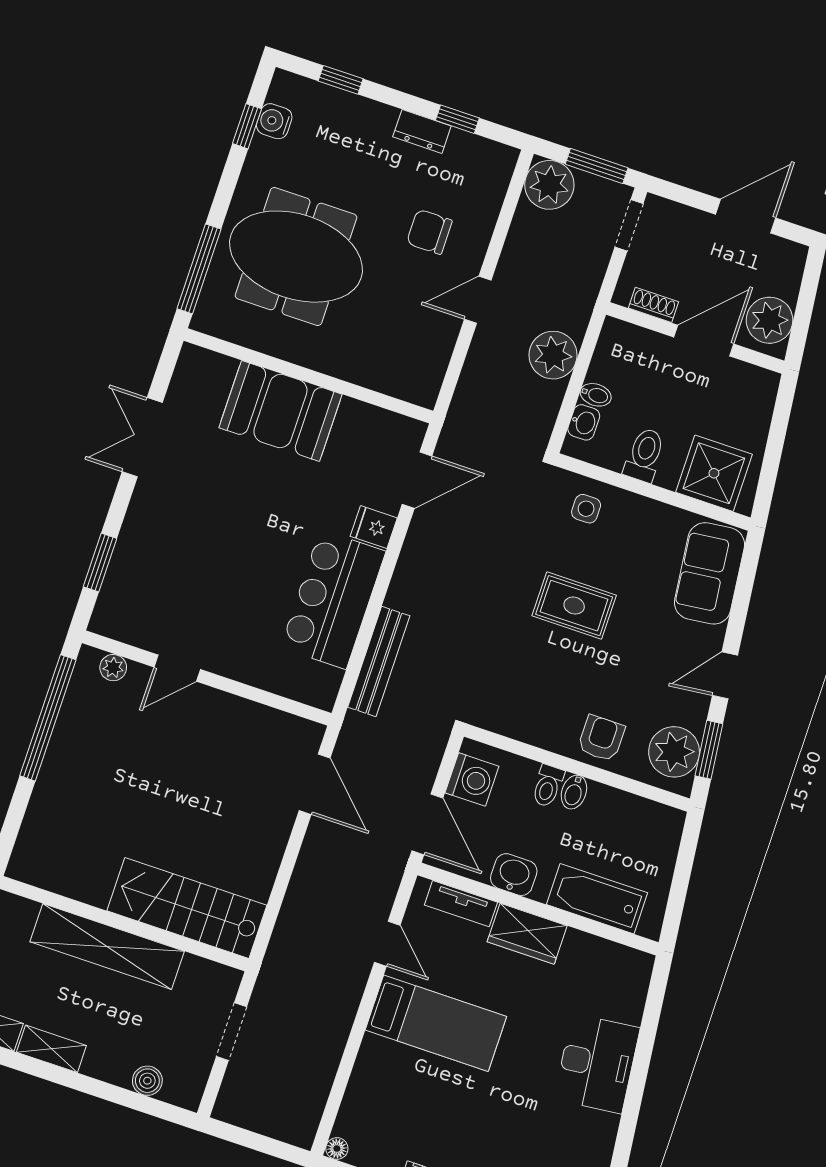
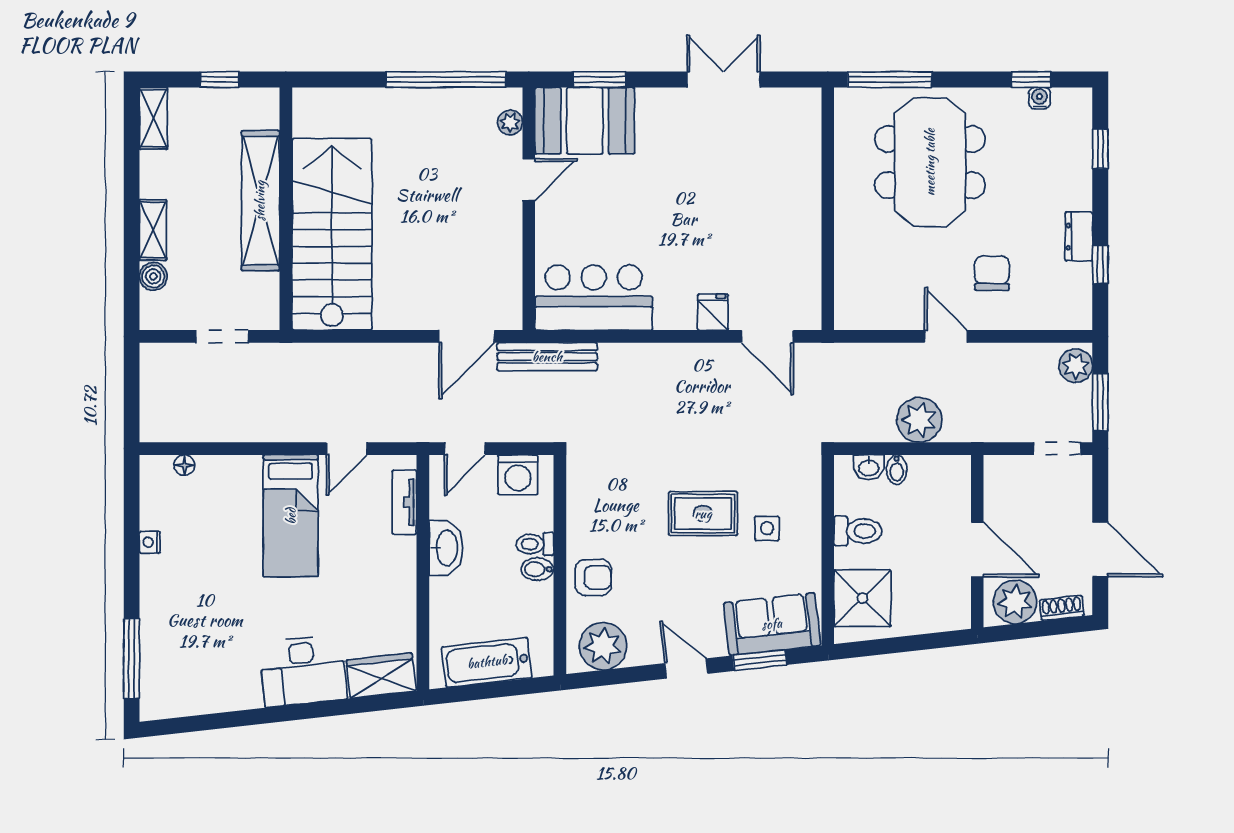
water cooler: (274, 121) -> (1040, 98), width x0.72, depth x0.72
plant: (549, 185) -> (1076, 366), width x0.73, depth x0.73
shoe rack: (653, 305) -> (1062, 608), moved, turned -96
booth: (280, 411) -> (585, 121), moved, turned 90
side table: (586, 509) -> (767, 528), moved
bar counter: (333, 599) -> (594, 298), moved
rug: (574, 606) -> (703, 514), turned 90
bench: (379, 662) -> (547, 357), moved
door: (177, 668) -> (529, 180), swing flipped
window: (709, 750) -> (760, 660), moved
door: (427, 824) -> (465, 449), width x0.73
washbasin: (514, 875) -> (446, 548), width x1.38
bathtub: (597, 899) -> (487, 662), moved, turned -96
stairs: (187, 908) -> (332, 234), width x1.36, depth x1.51
wardrobe: (527, 934) -> (381, 675), moved, turned 84
shelving: (51, 1049) -> (153, 230), moved
floor lamp: (337, 1149) -> (184, 465), moved

